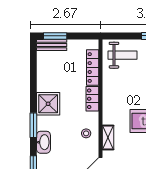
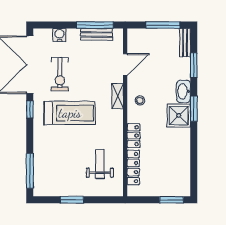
bench: (52, 45) -> (175, 191), removed
weight bench: (123, 55) -> (100, 164), moved, turned 90
shower: (48, 104) -> (179, 116), moved

